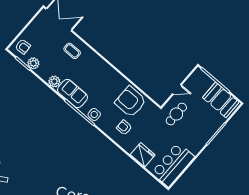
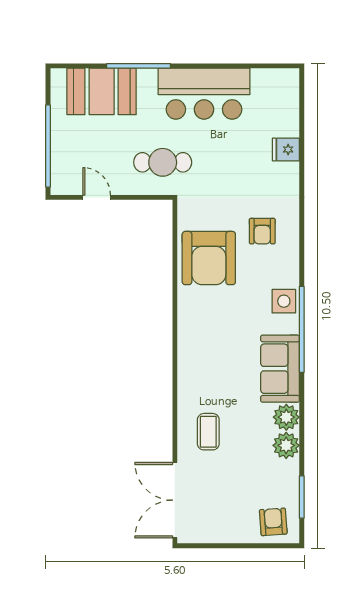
plant: (33, 63) -> (286, 445), moved
door: (177, 89) -> (97, 197), moved
booth: (221, 100) -> (102, 91), moved, turned 90
fridge: (143, 155) -> (286, 149), width x0.53, depth x0.75
bar counter: (173, 165) -> (204, 94), moved

